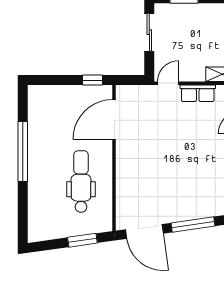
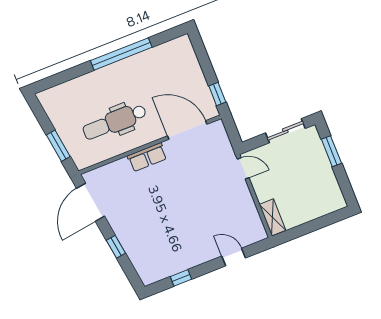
row of seats: (198, 93) -> (147, 157), moved, turned -90
dental chair: (81, 182) -> (115, 122), turned 180
window: (193, 224) -> (116, 247), width x0.46

